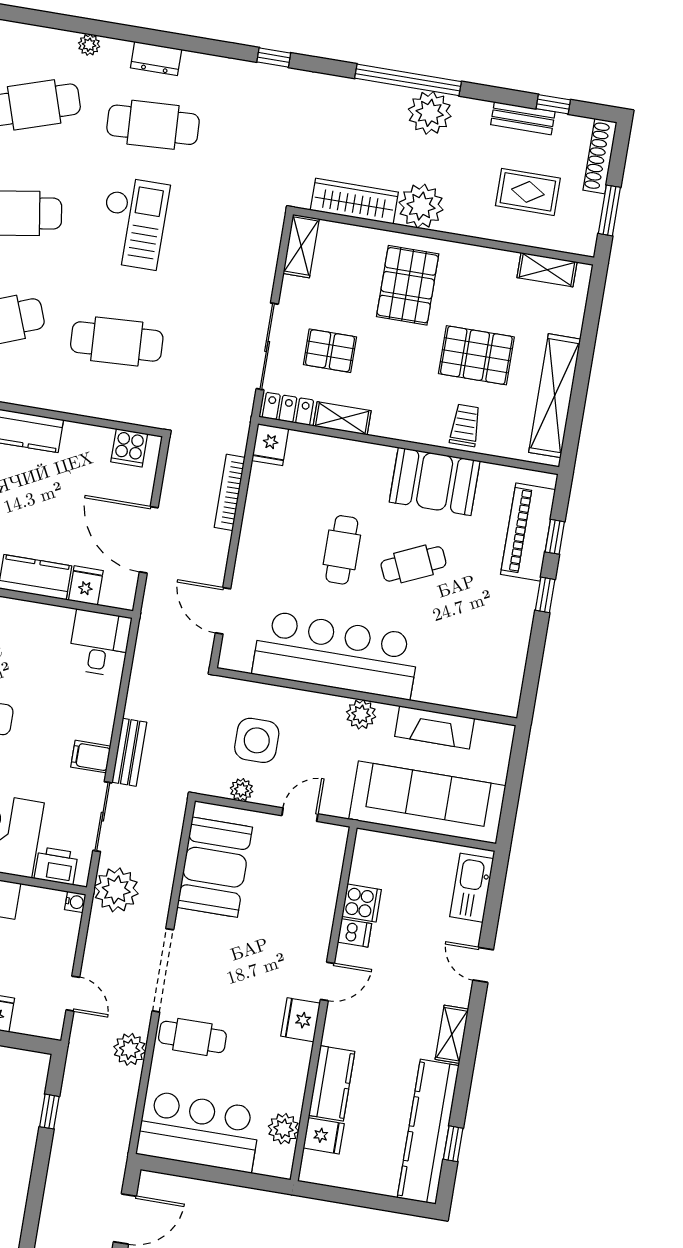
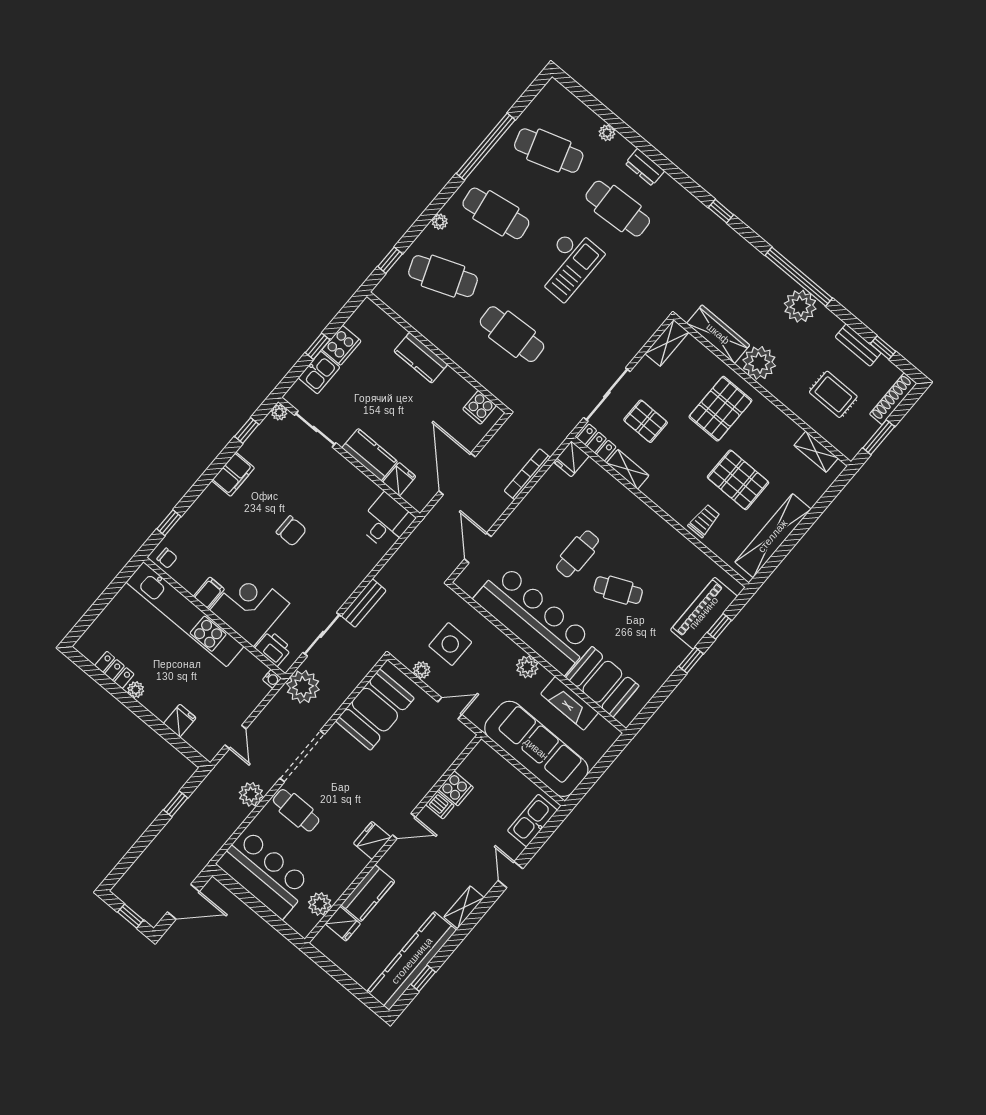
booth: (435, 481) -> (602, 682), moved
filing cabinet: (91, 757) -> (337, 591), removed

